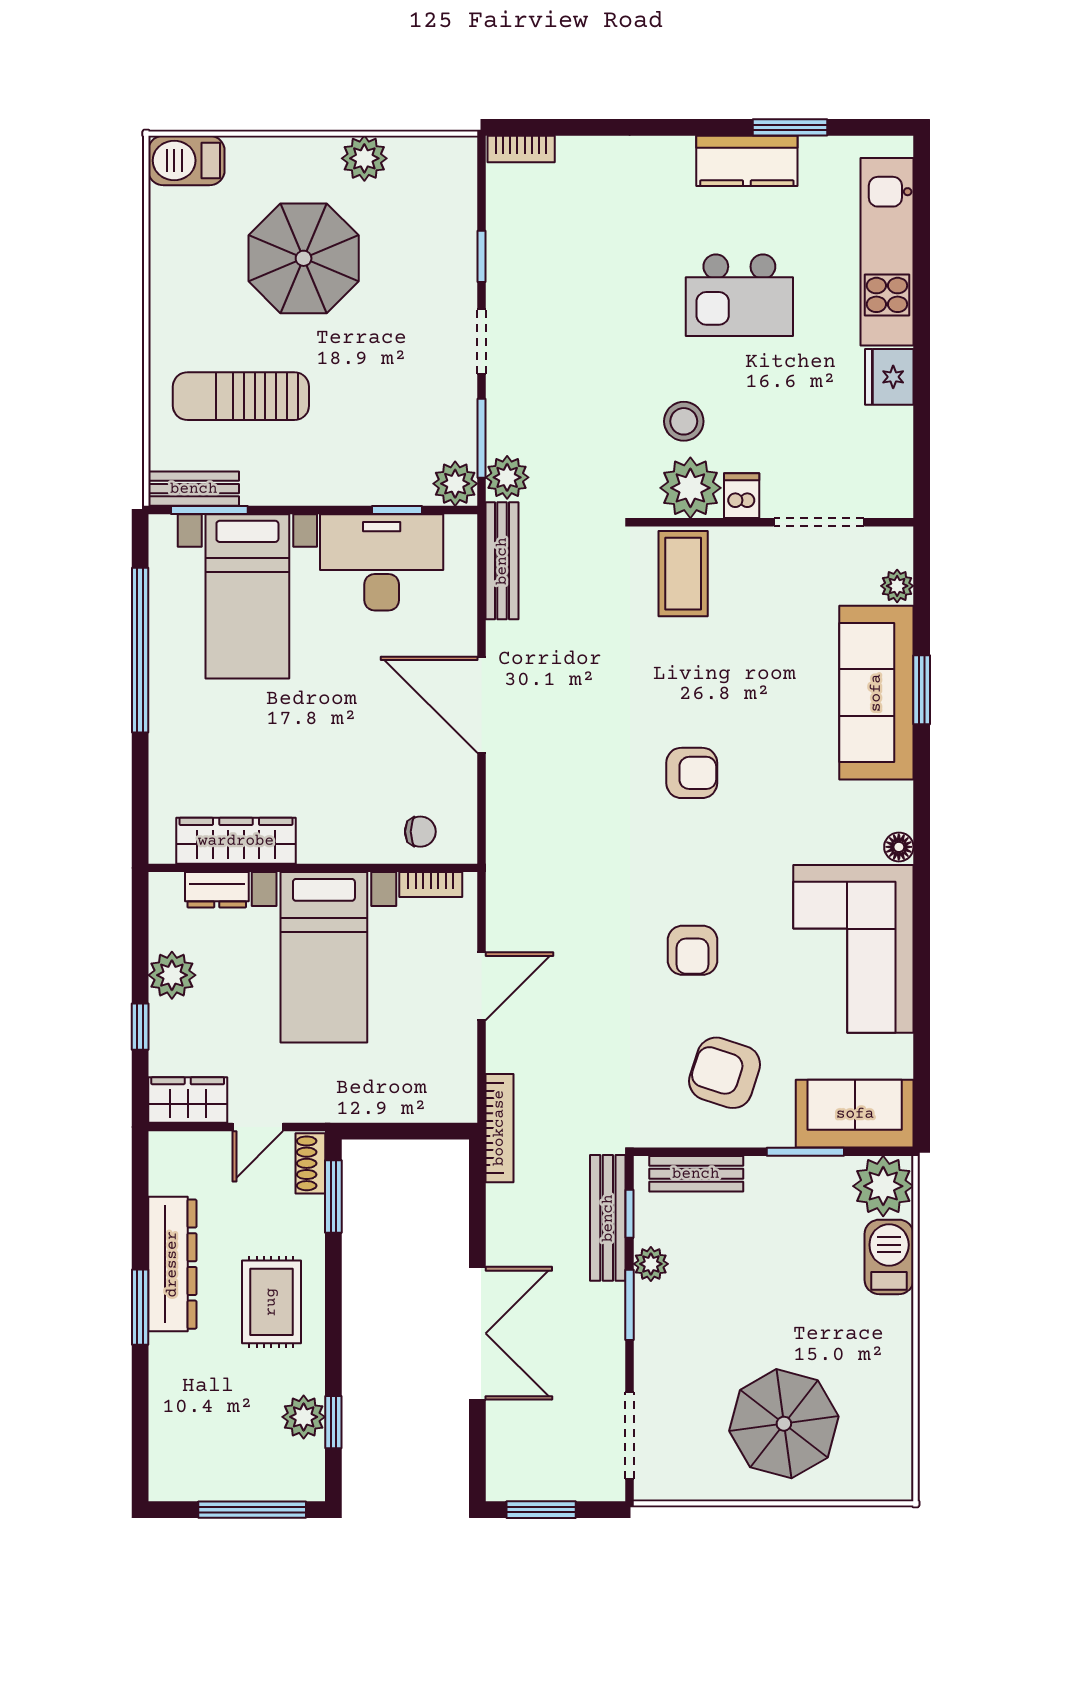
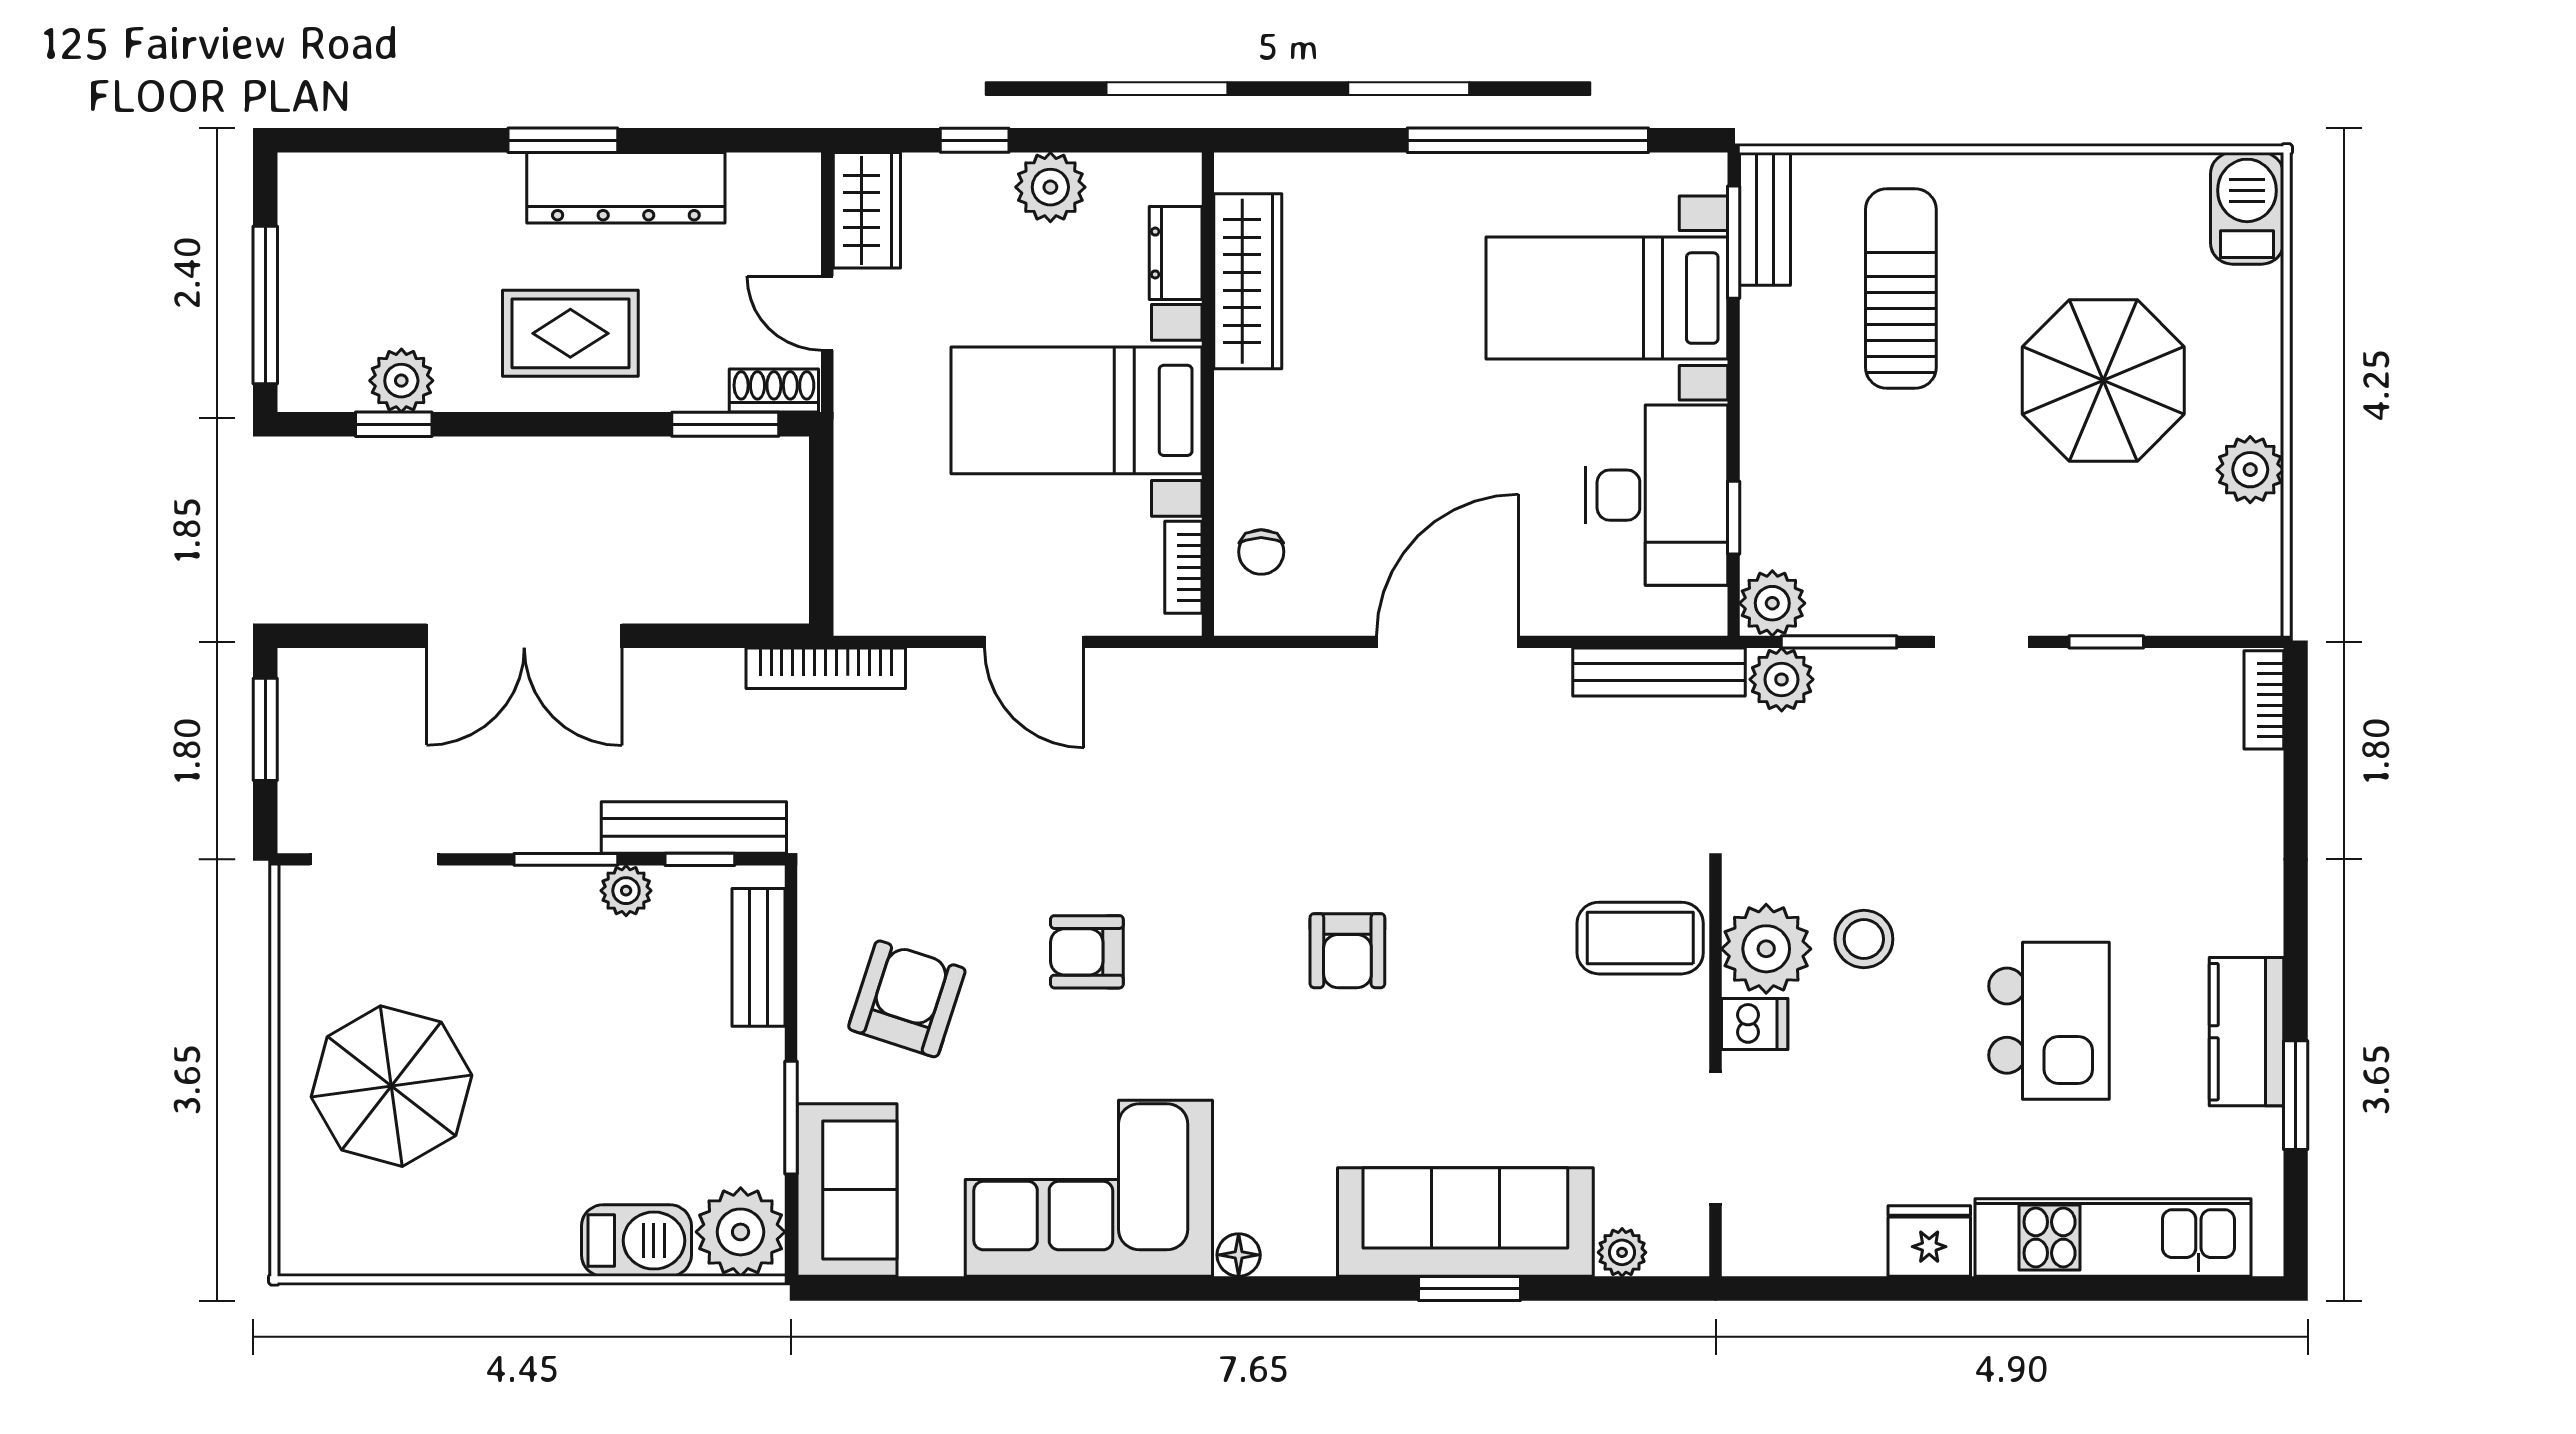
kitchen island: (739, 295) -> (2049, 1021), turned 180

